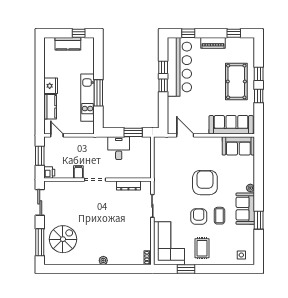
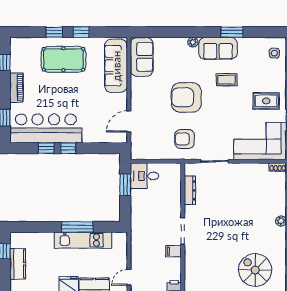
desk: (119, 148) -> (145, 176), moved
armchair: (199, 217) -> (185, 139), moved

